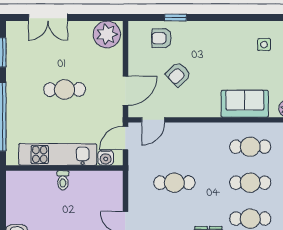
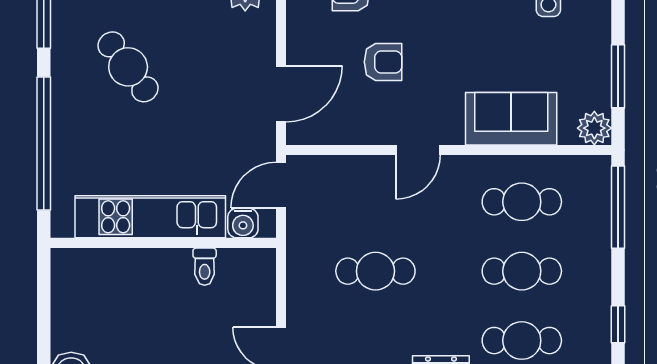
armchair: (178, 74) -> (383, 62), turned -136
cafe table: (65, 90) -> (128, 67), moved, turned 53
door: (153, 120) -> (418, 150), moved
toilet: (63, 180) -> (205, 267), moved

